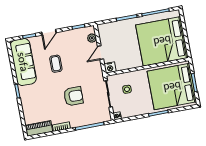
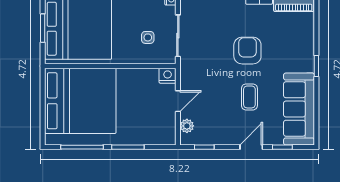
armchair: (73, 96) -> (247, 51), moved, turned 90

